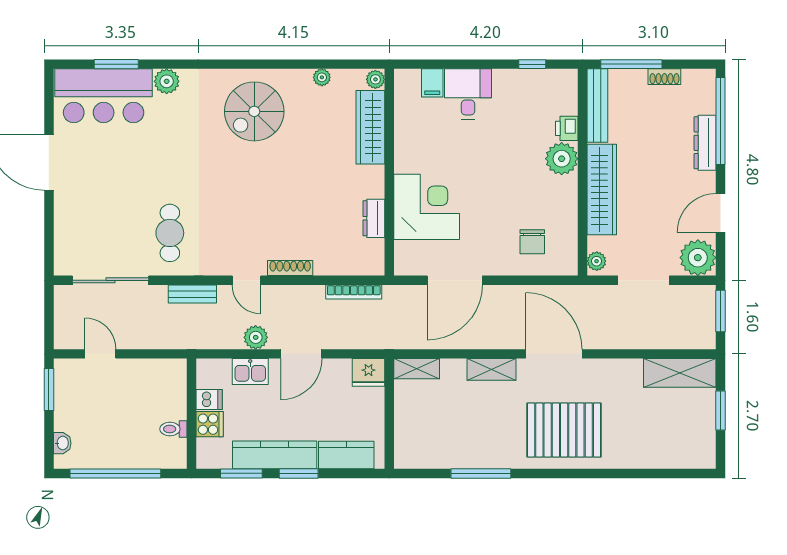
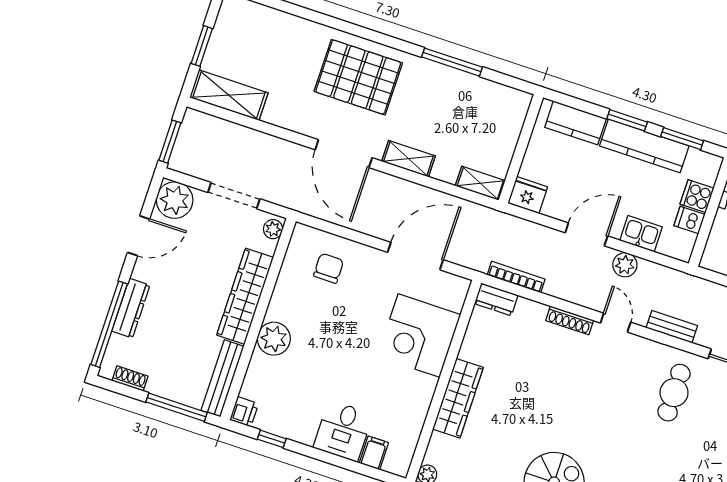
shoe rack: (664, 77) -> (130, 378), moved
wardrobe: (370, 127) -> (458, 398), moved
printer: (567, 128) -> (244, 412), moved
dresser: (374, 218) -> (496, 299), moved, turned 90

